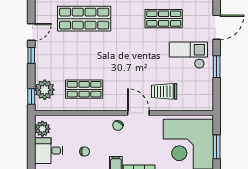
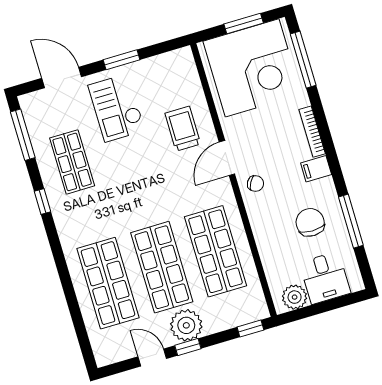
shop shelf: (84, 54) -> (162, 267), added
shop shelf: (84, 89) -> (216, 251), width x1.43, depth x1.36
plant: (45, 90) -> (186, 325), moved
trolley: (164, 91) -> (183, 129), turned 180
chair: (85, 152) -> (310, 222), width x1.87, depth x1.87

